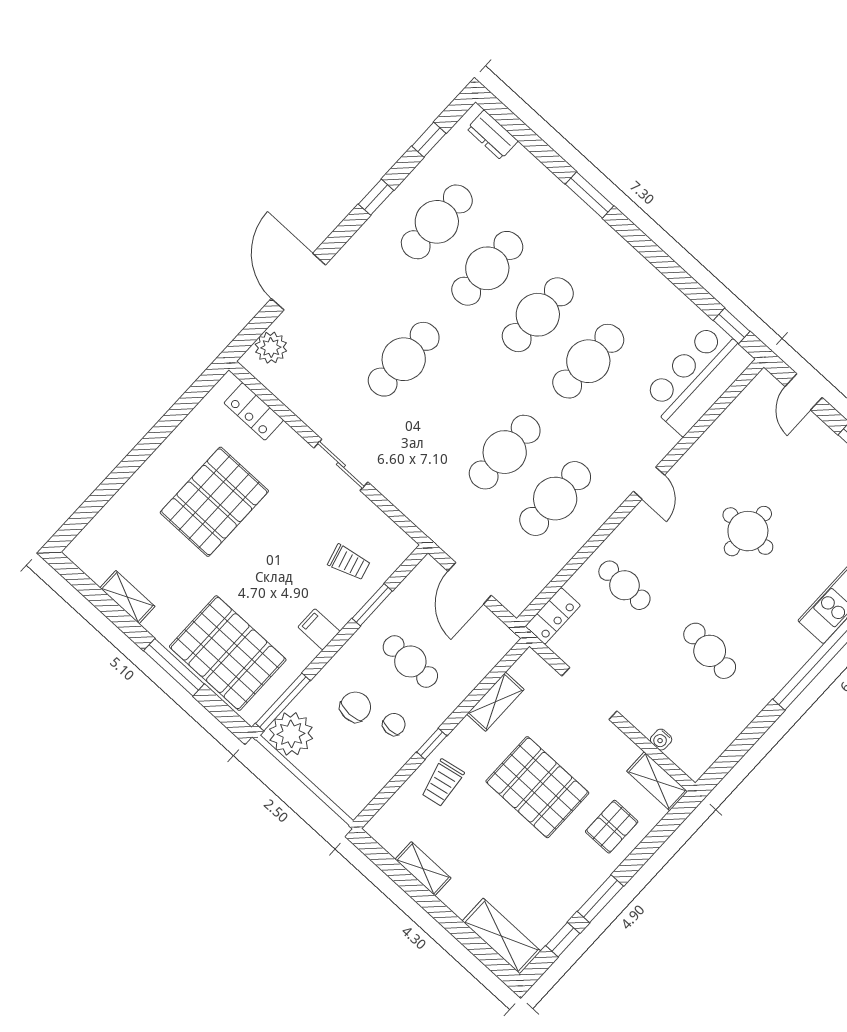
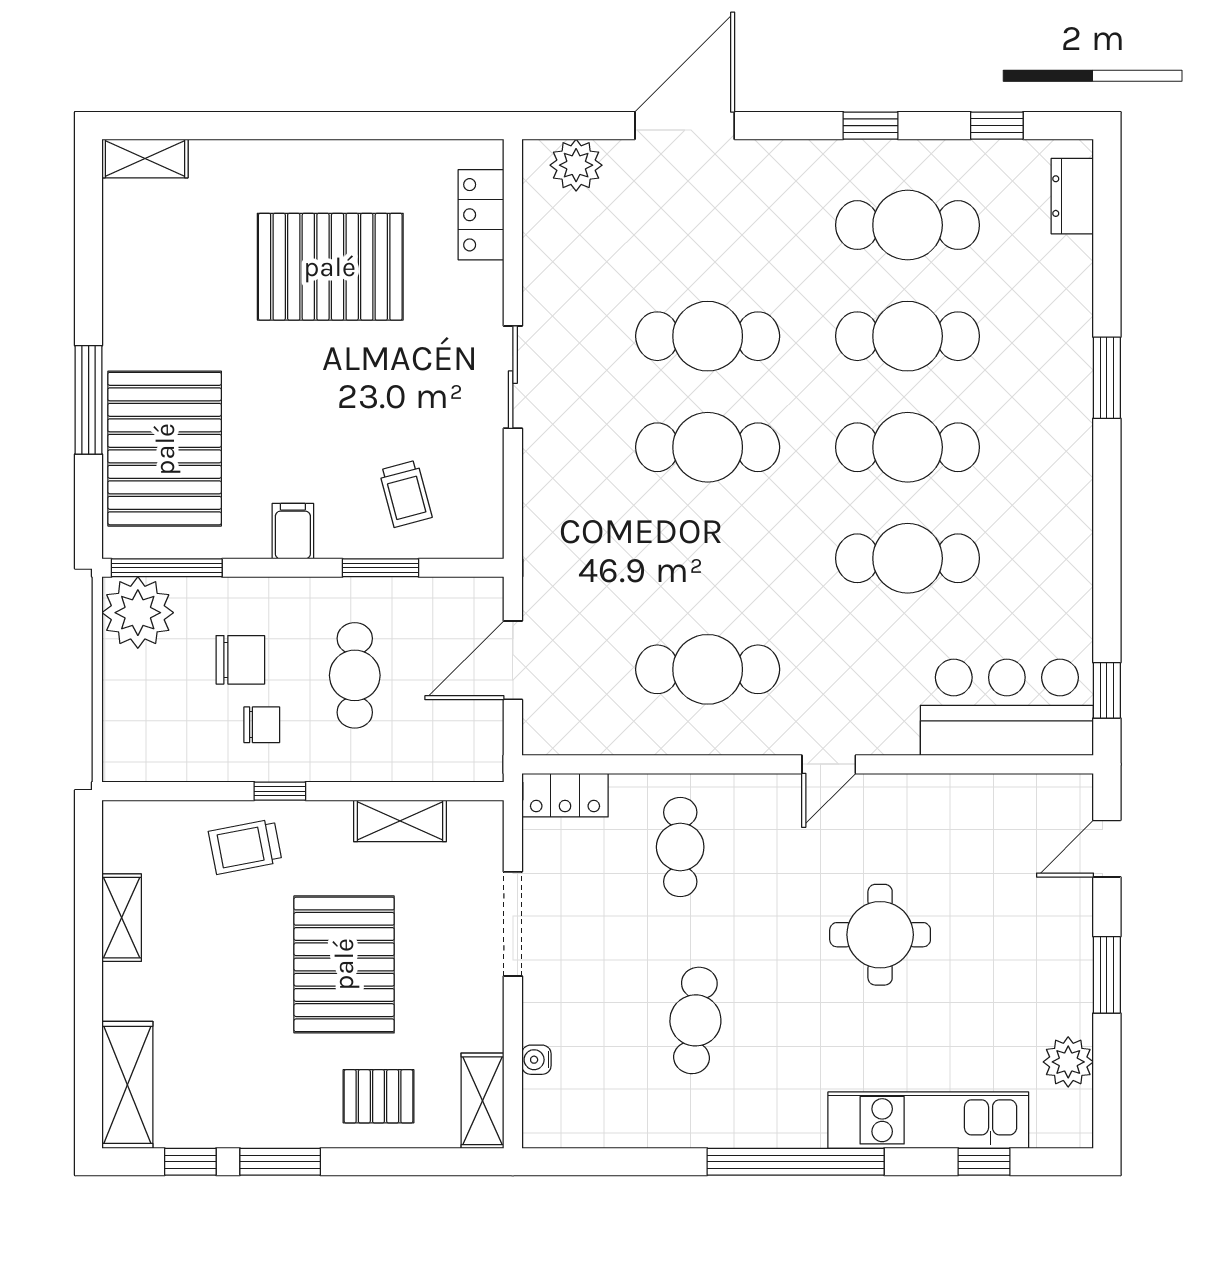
cafe table: (505, 452) -> (708, 447), moved
shelving: (127, 597) -> (145, 158), moved, turned 90

